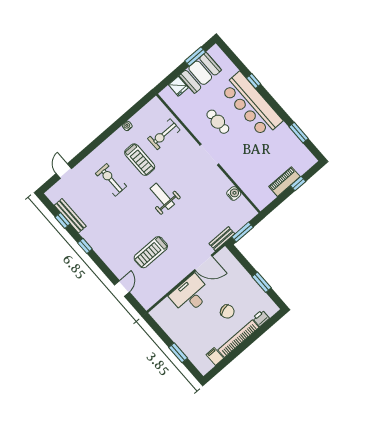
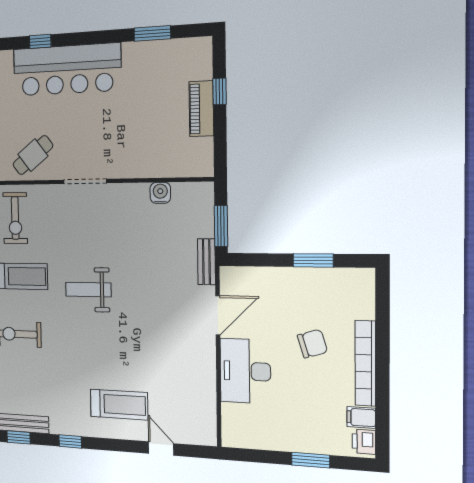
cafe table: (218, 122) -> (33, 155), moved, turned -38
treadmill: (151, 252) -> (119, 405), moved, turned -90
printer: (261, 318) -> (364, 442), moved

